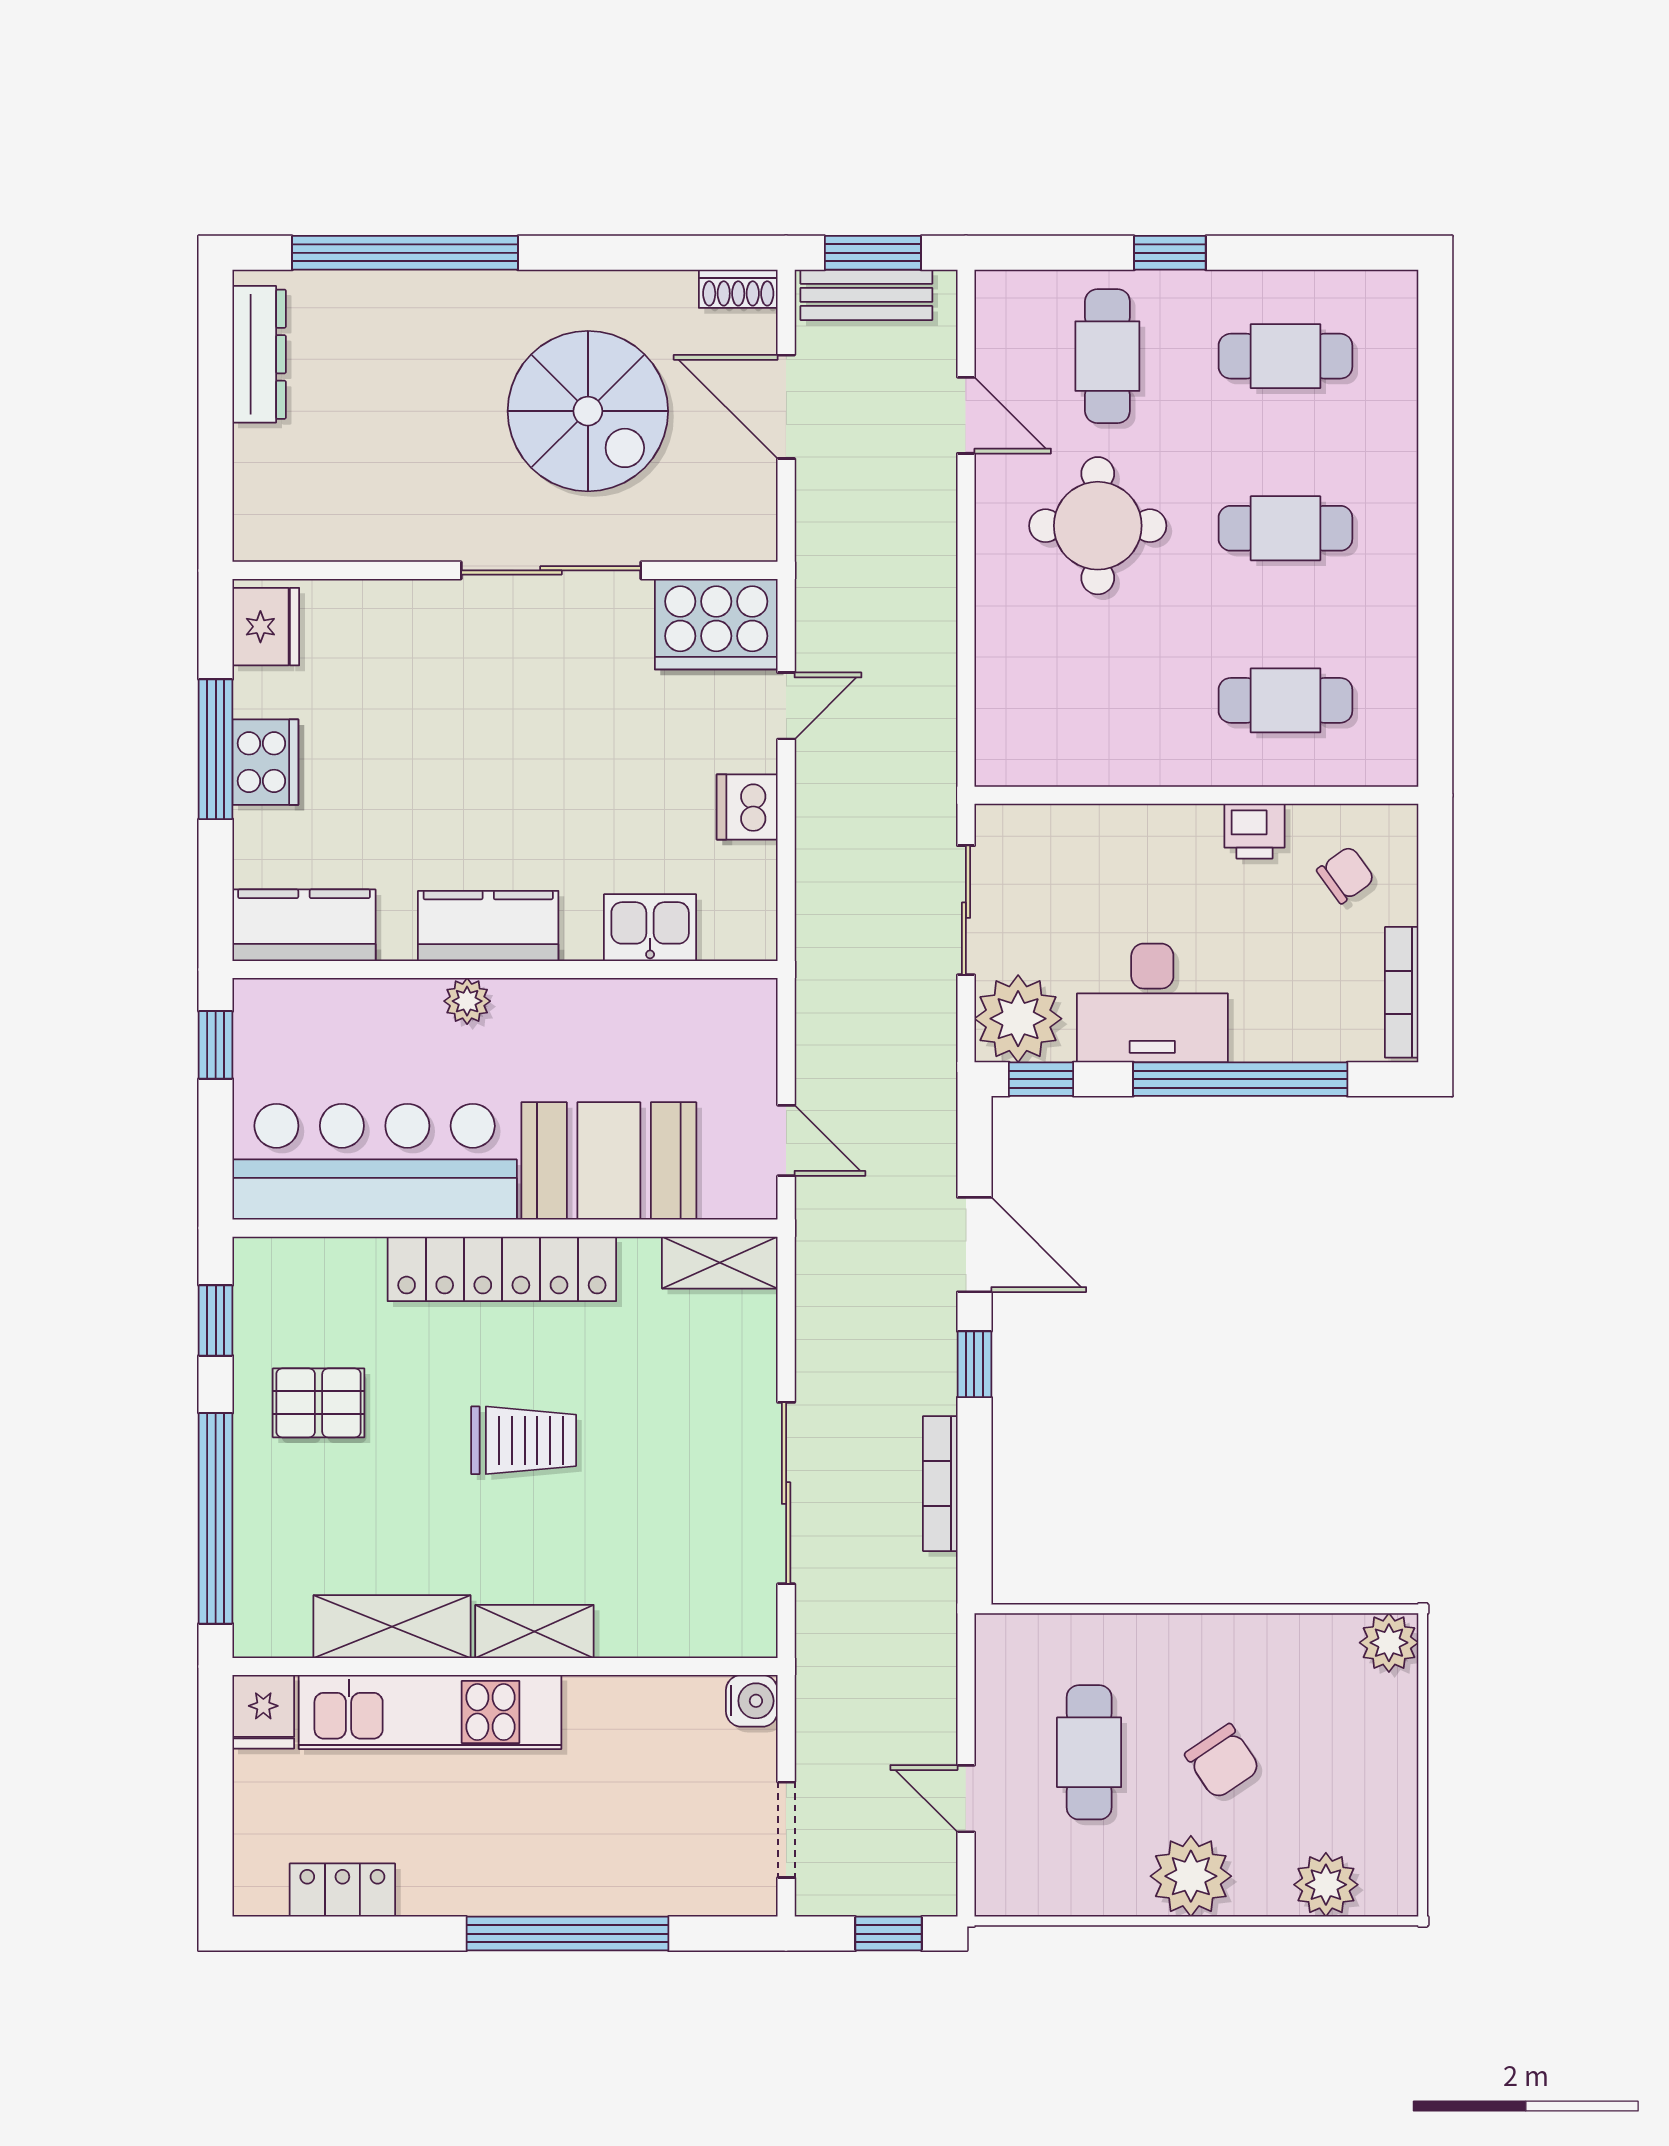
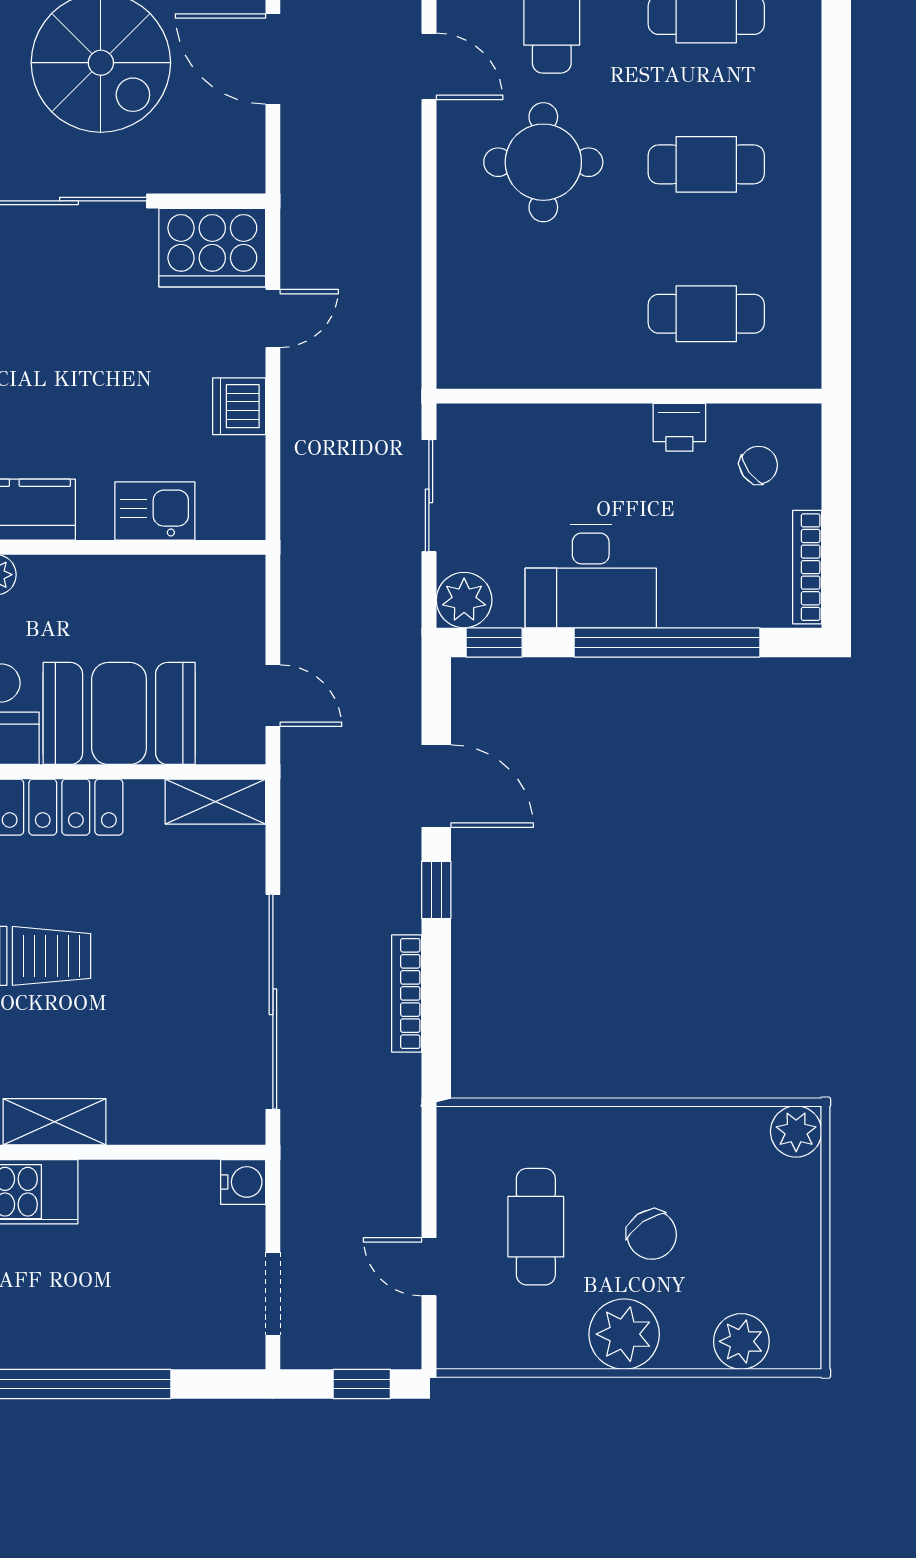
plant: (1018, 1019) -> (464, 600), width x0.73, depth x0.73
sliding door: (786, 1493) -> (273, 1002), width x1.36

